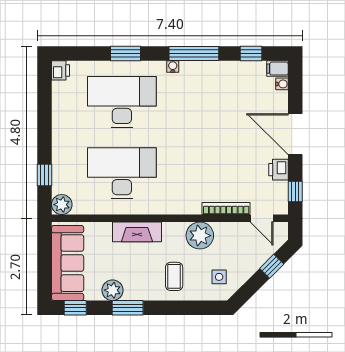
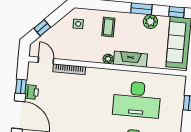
window: (295, 192) -> (21, 86), moved
plant: (62, 205) -> (179, 82), removed
plant: (200, 236) -> (108, 59), moved, width x0.53, depth x0.53

